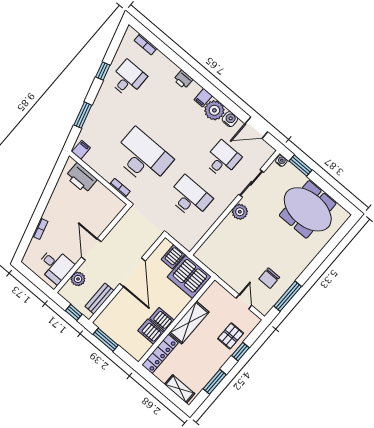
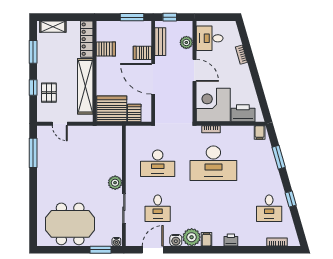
corner desk: (100, 207) -> (213, 105), added
chair: (269, 278) -> (56, 155), removed
server rack: (162, 319) -> (142, 53), moved, turned 180
shelving: (189, 322) -> (85, 86), width x1.47

